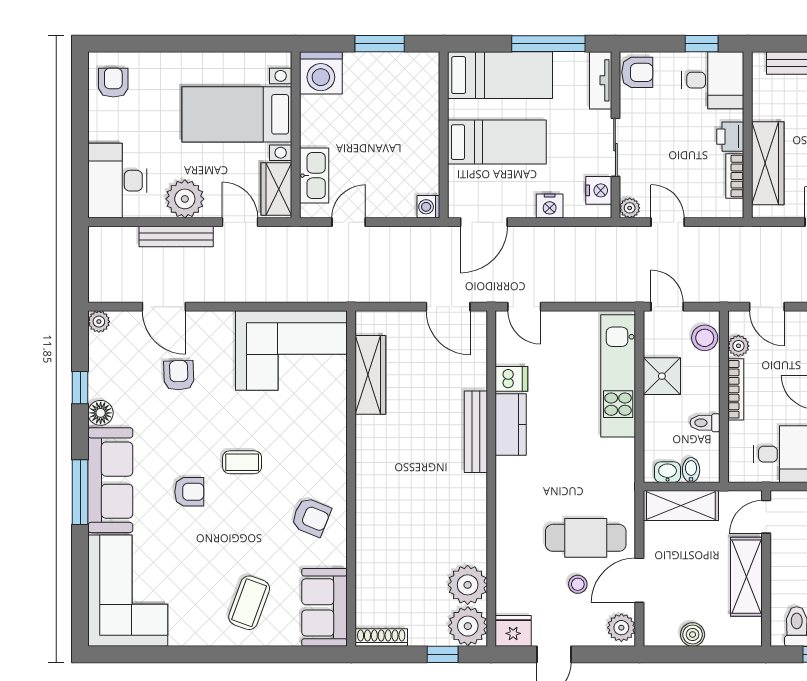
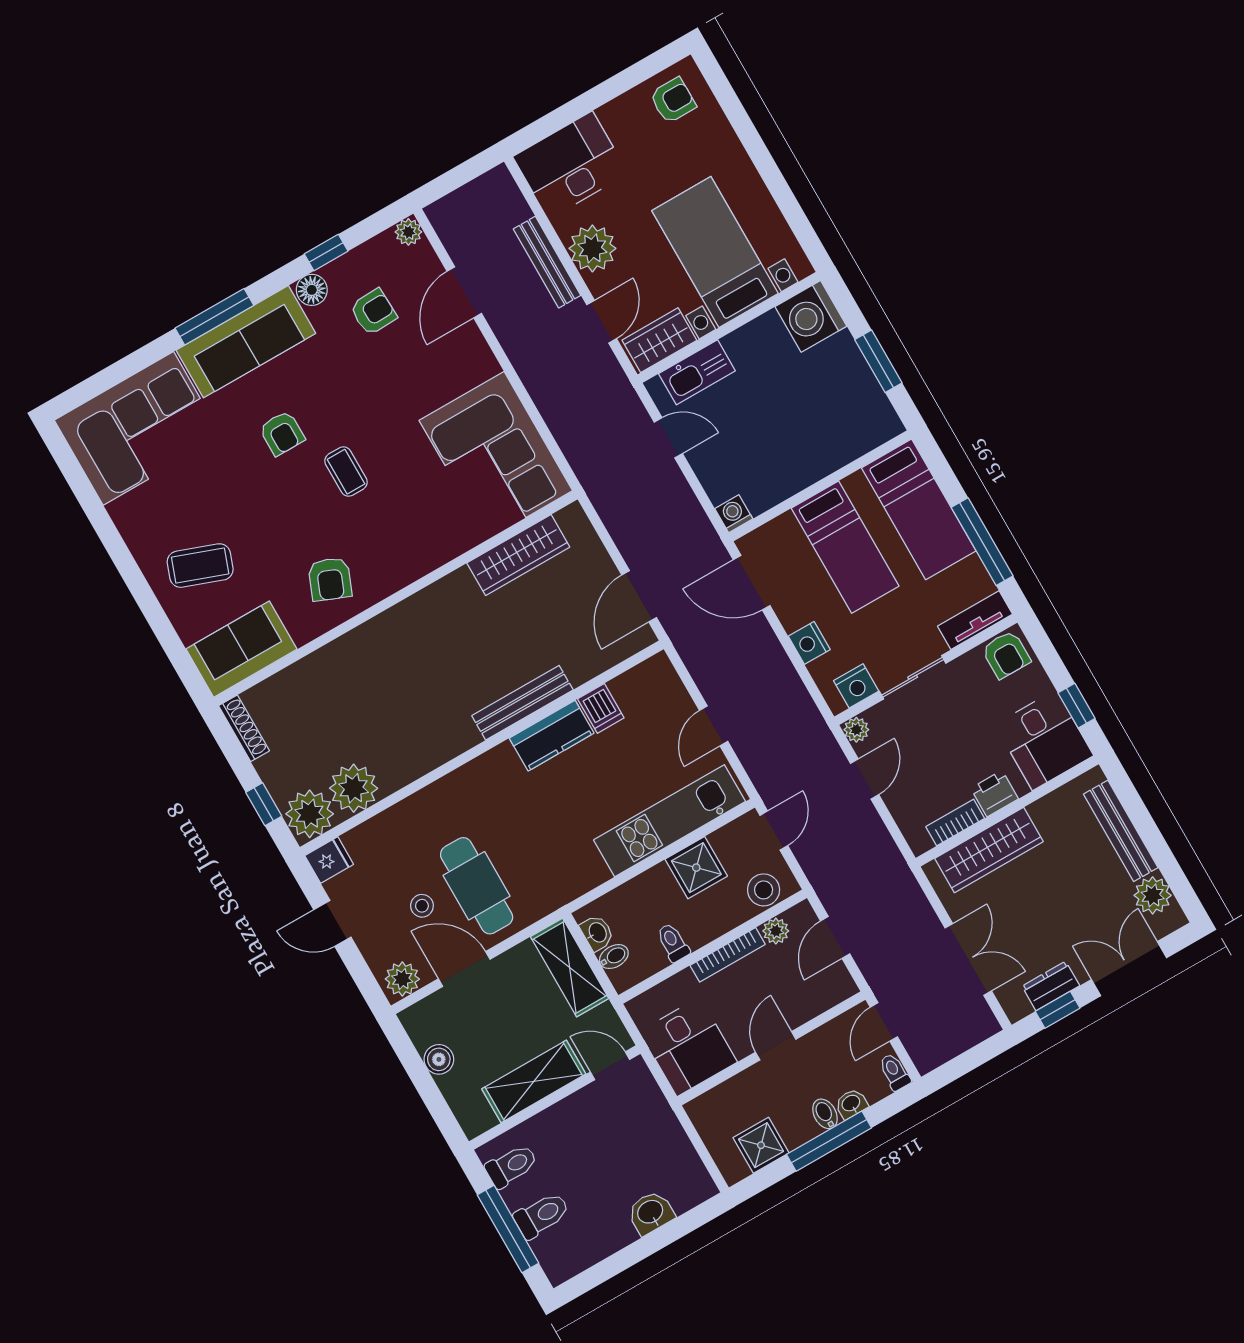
door: (524, 307) -> (714, 726), moved
armchair: (179, 375) -> (373, 312), moved
fridge: (513, 631) -> (329, 860), width x0.72

